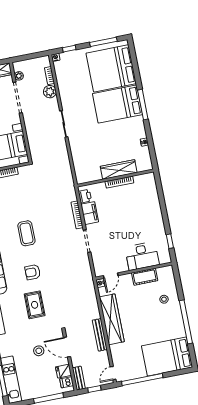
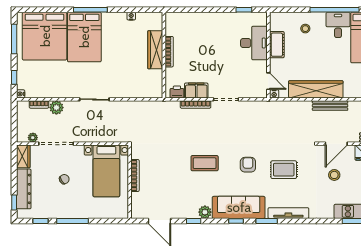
armchair: (33, 272) -> (248, 165), turned 180
desk: (173, 328) -> (338, 25), added

